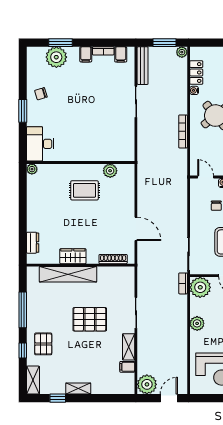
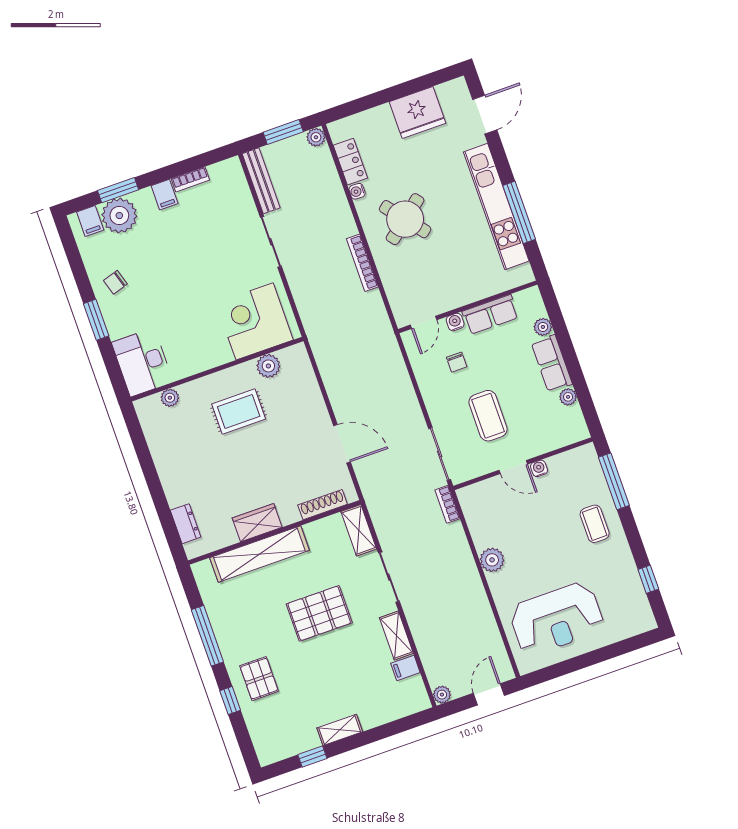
filing cabinet: (121, 54) -> (90, 221), moved
corner desk: (111, 143) -> (255, 321), added
plant: (32, 169) -> (170, 398), moved
door: (206, 177) -> (424, 322), swing flipped
plant: (200, 287) -> (477, 501), removed
shelving: (33, 380) -> (359, 530), moved
plant: (147, 384) -> (442, 695), width x0.53, depth x0.53

